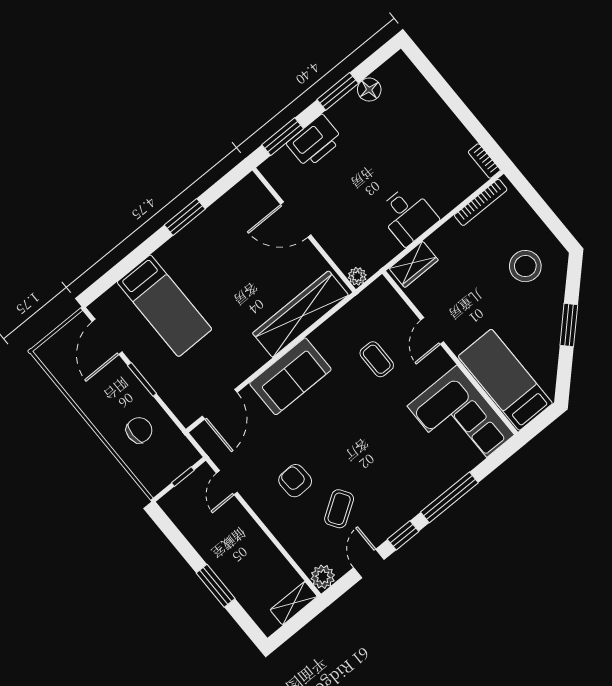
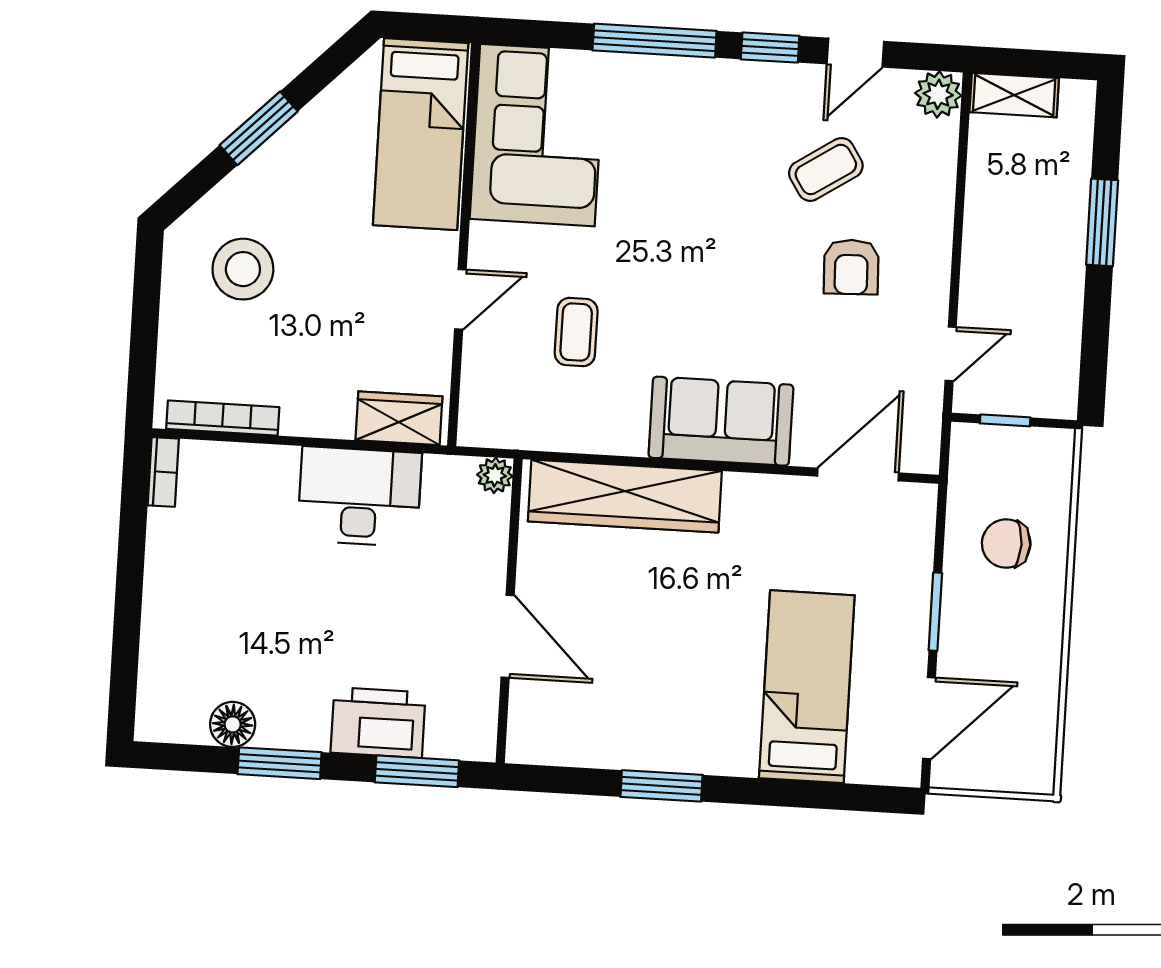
desk: (408, 215) -> (359, 497), width x1.37

